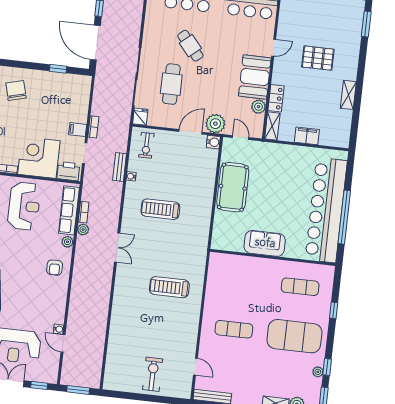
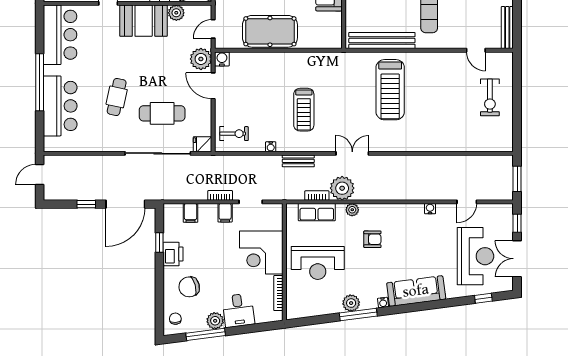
cafe table: (190, 46) -> (117, 97), turned -38
filing cabinet: (81, 99) -> (191, 213), added
bench: (120, 167) -> (298, 161), moved
printer: (68, 171) -> (173, 254), moved, turned 180
reception desk: (24, 206) -> (318, 263), turned 180
row of seats: (69, 210) -> (317, 212), width x0.68
plant: (83, 230) -> (342, 188), width x1.87, depth x1.87
armchair: (55, 268) -> (372, 239), moved
bench: (213, 285) -> (382, 41), added
treadmill: (169, 287) -> (390, 90), width x1.37, depth x1.38
water cooler: (59, 329) -> (430, 209), moved
door: (195, 367) -> (476, 50), swing flipped
exercise bike: (153, 374) -> (490, 97), turned -90

